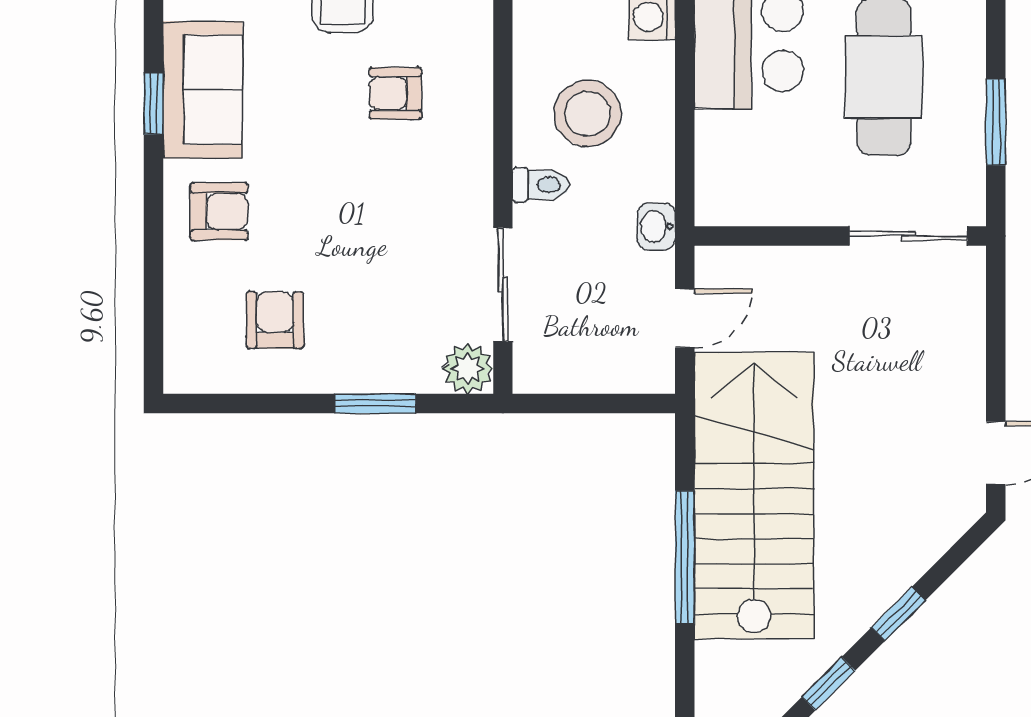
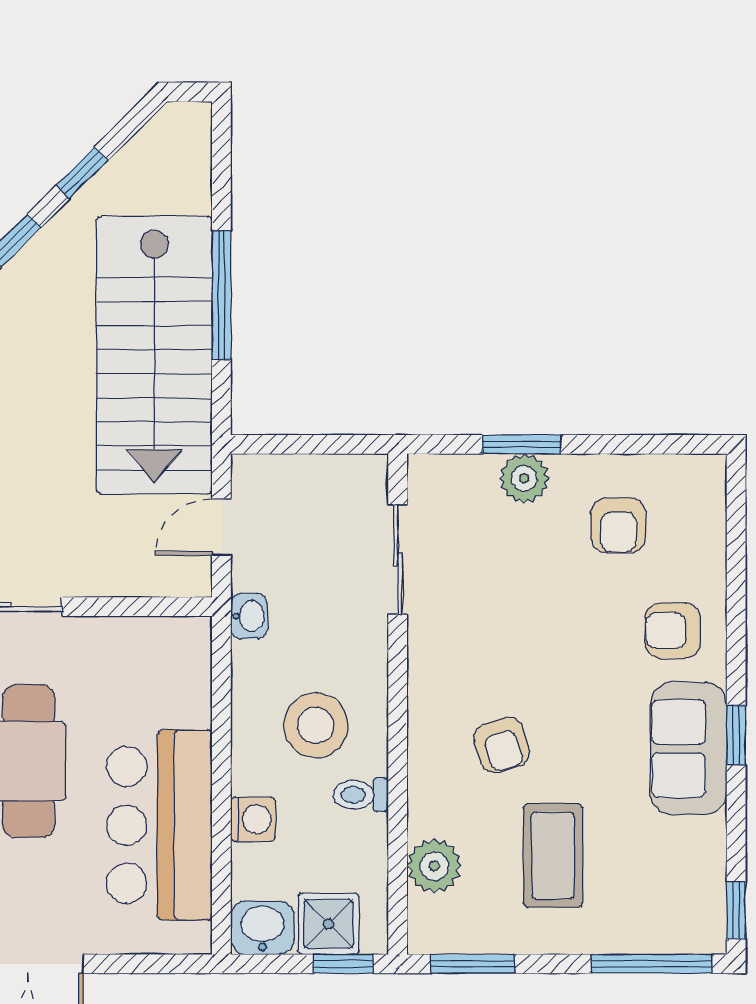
armchair: (395, 93) -> (502, 745), turned 73
toilet: (541, 185) -> (361, 795), moved
plant: (468, 368) -> (524, 478), moved

